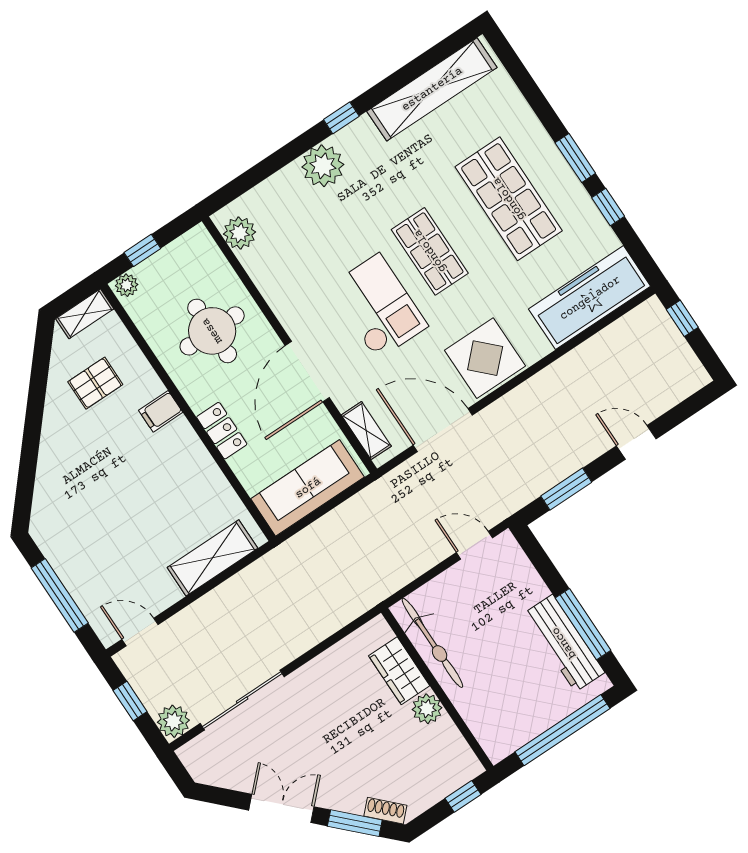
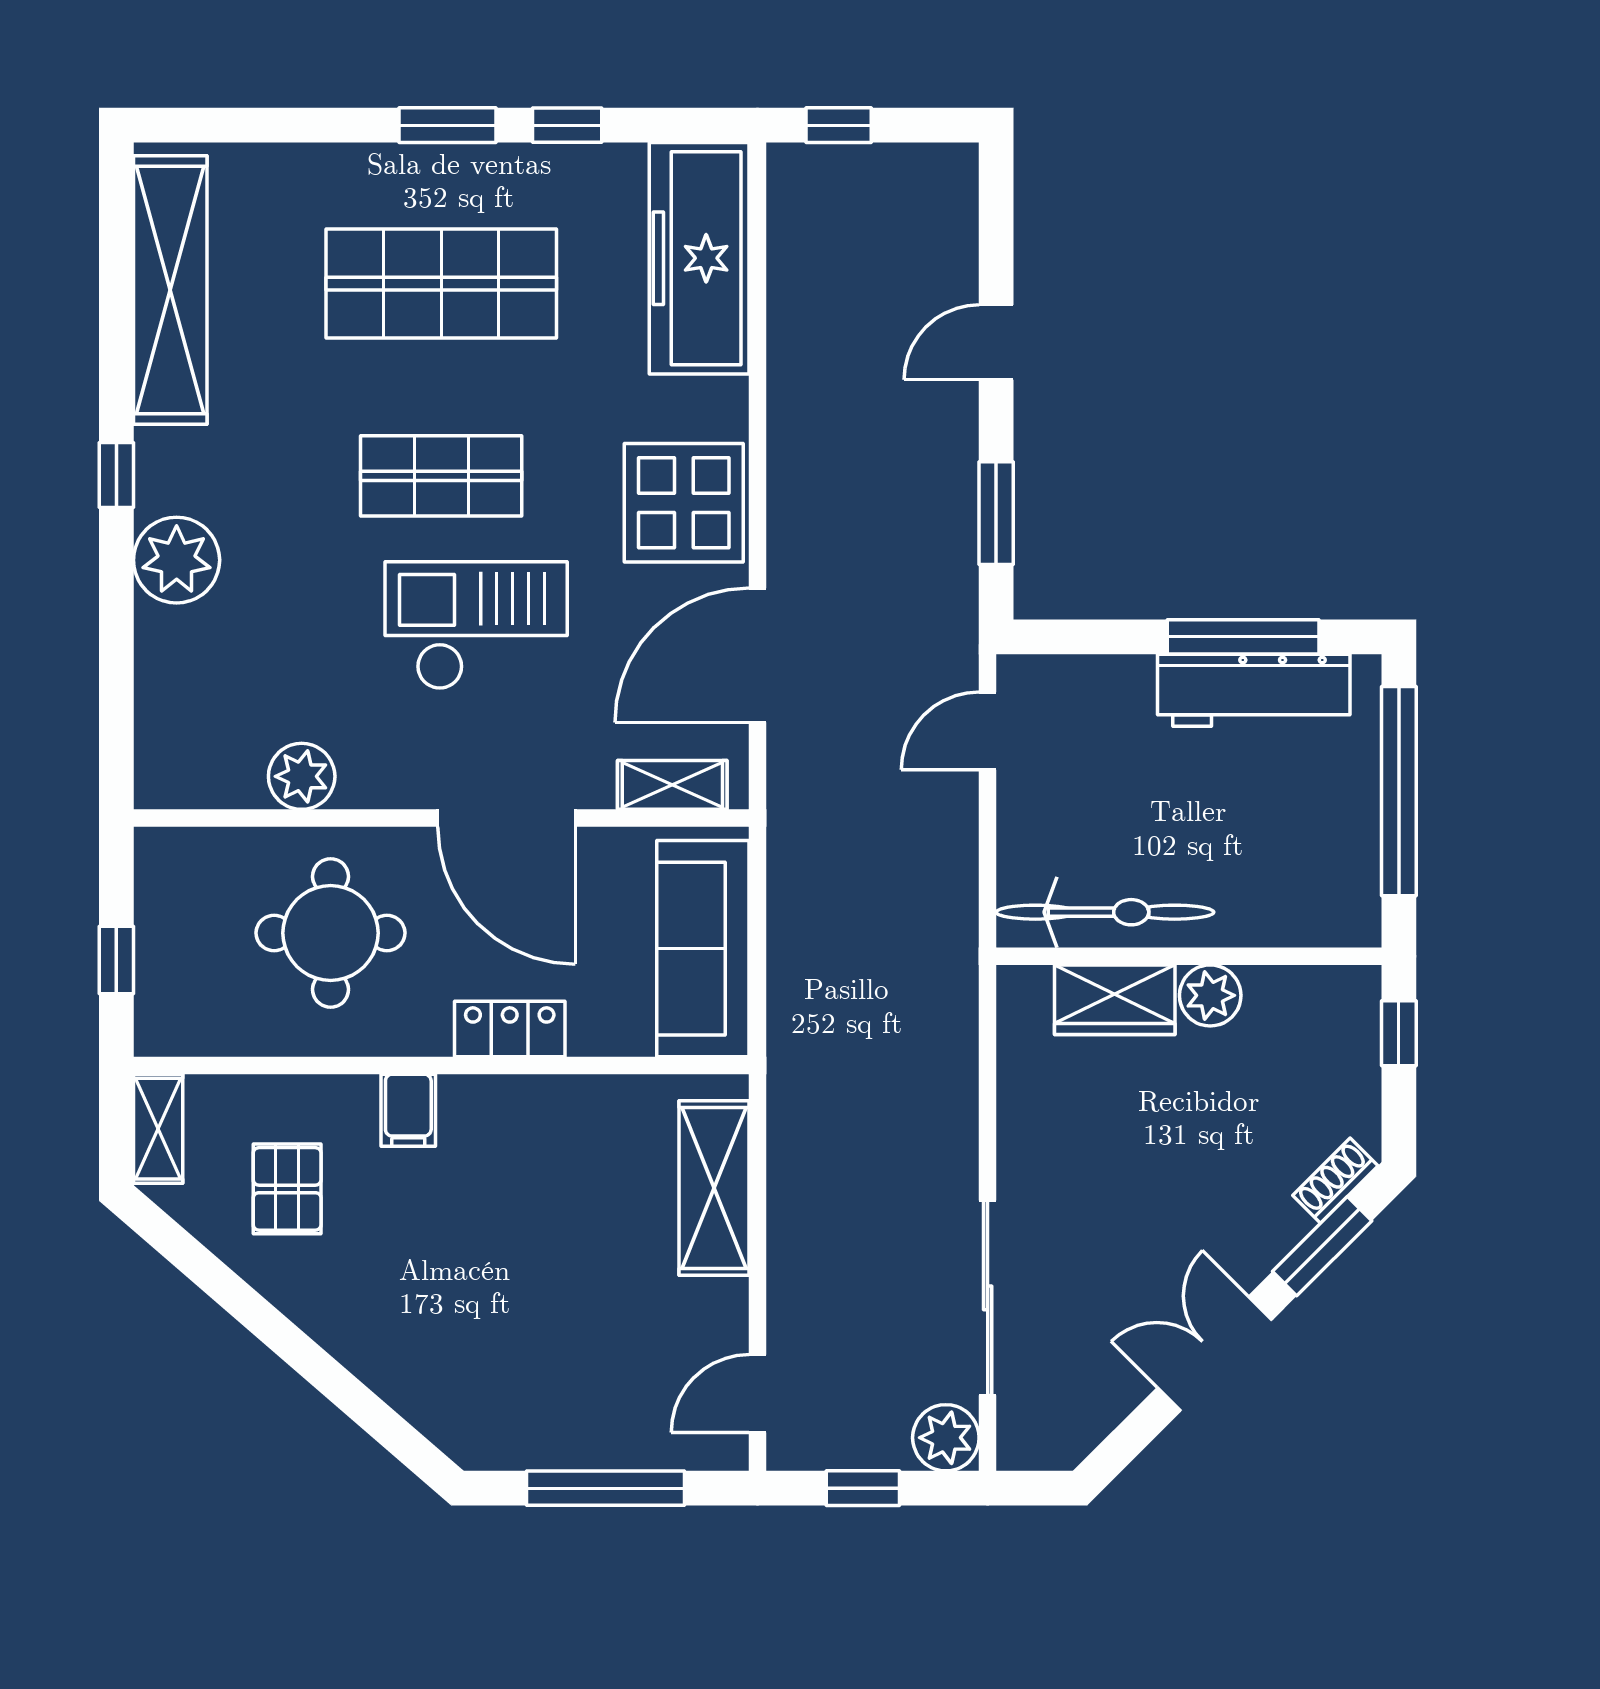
plant: (240, 233) -> (302, 776), moved
plant: (127, 285) -> (157, 1026), removed

